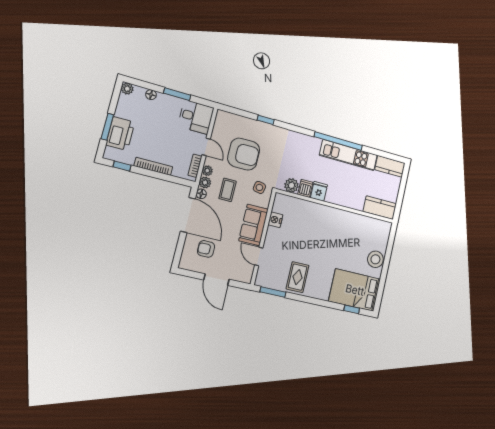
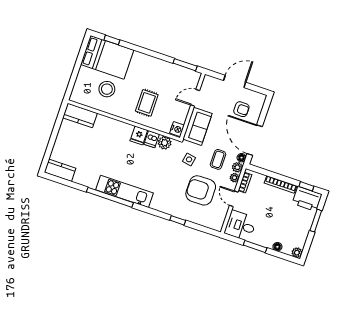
printer: (120, 134) -> (307, 199), moved, turned -90
kitchen unit: (348, 155) -> (125, 191), moved
plant: (291, 185) -> (165, 143), moved
dishwasher: (305, 188) -> (152, 139), moved
fridge: (319, 191) -> (139, 135), moved
wall: (336, 206) -> (124, 120), moved
kitchen counter: (380, 208) -> (80, 115), moved
door: (259, 257) -> (195, 98), swing flipped
stool: (375, 259) -> (107, 89), moved
rug: (298, 277) -> (147, 103), moved
door: (216, 280) -> (235, 81), hinge flipped

